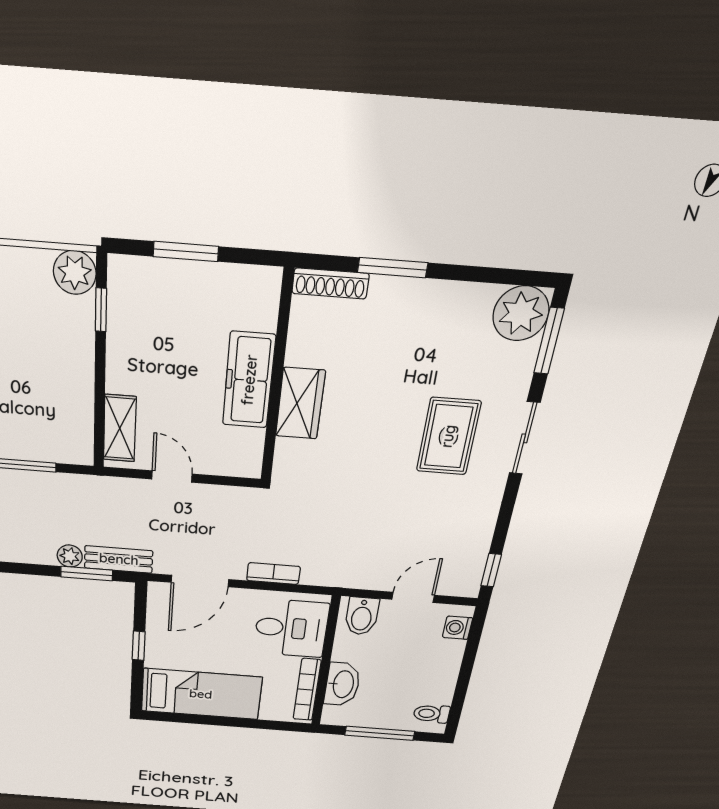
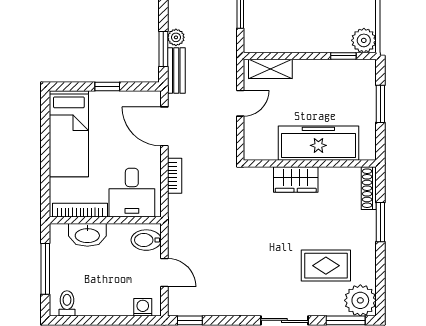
freezer: (249, 380) -> (318, 143), width x1.36, depth x1.26
rug: (448, 436) -> (326, 266), moved

